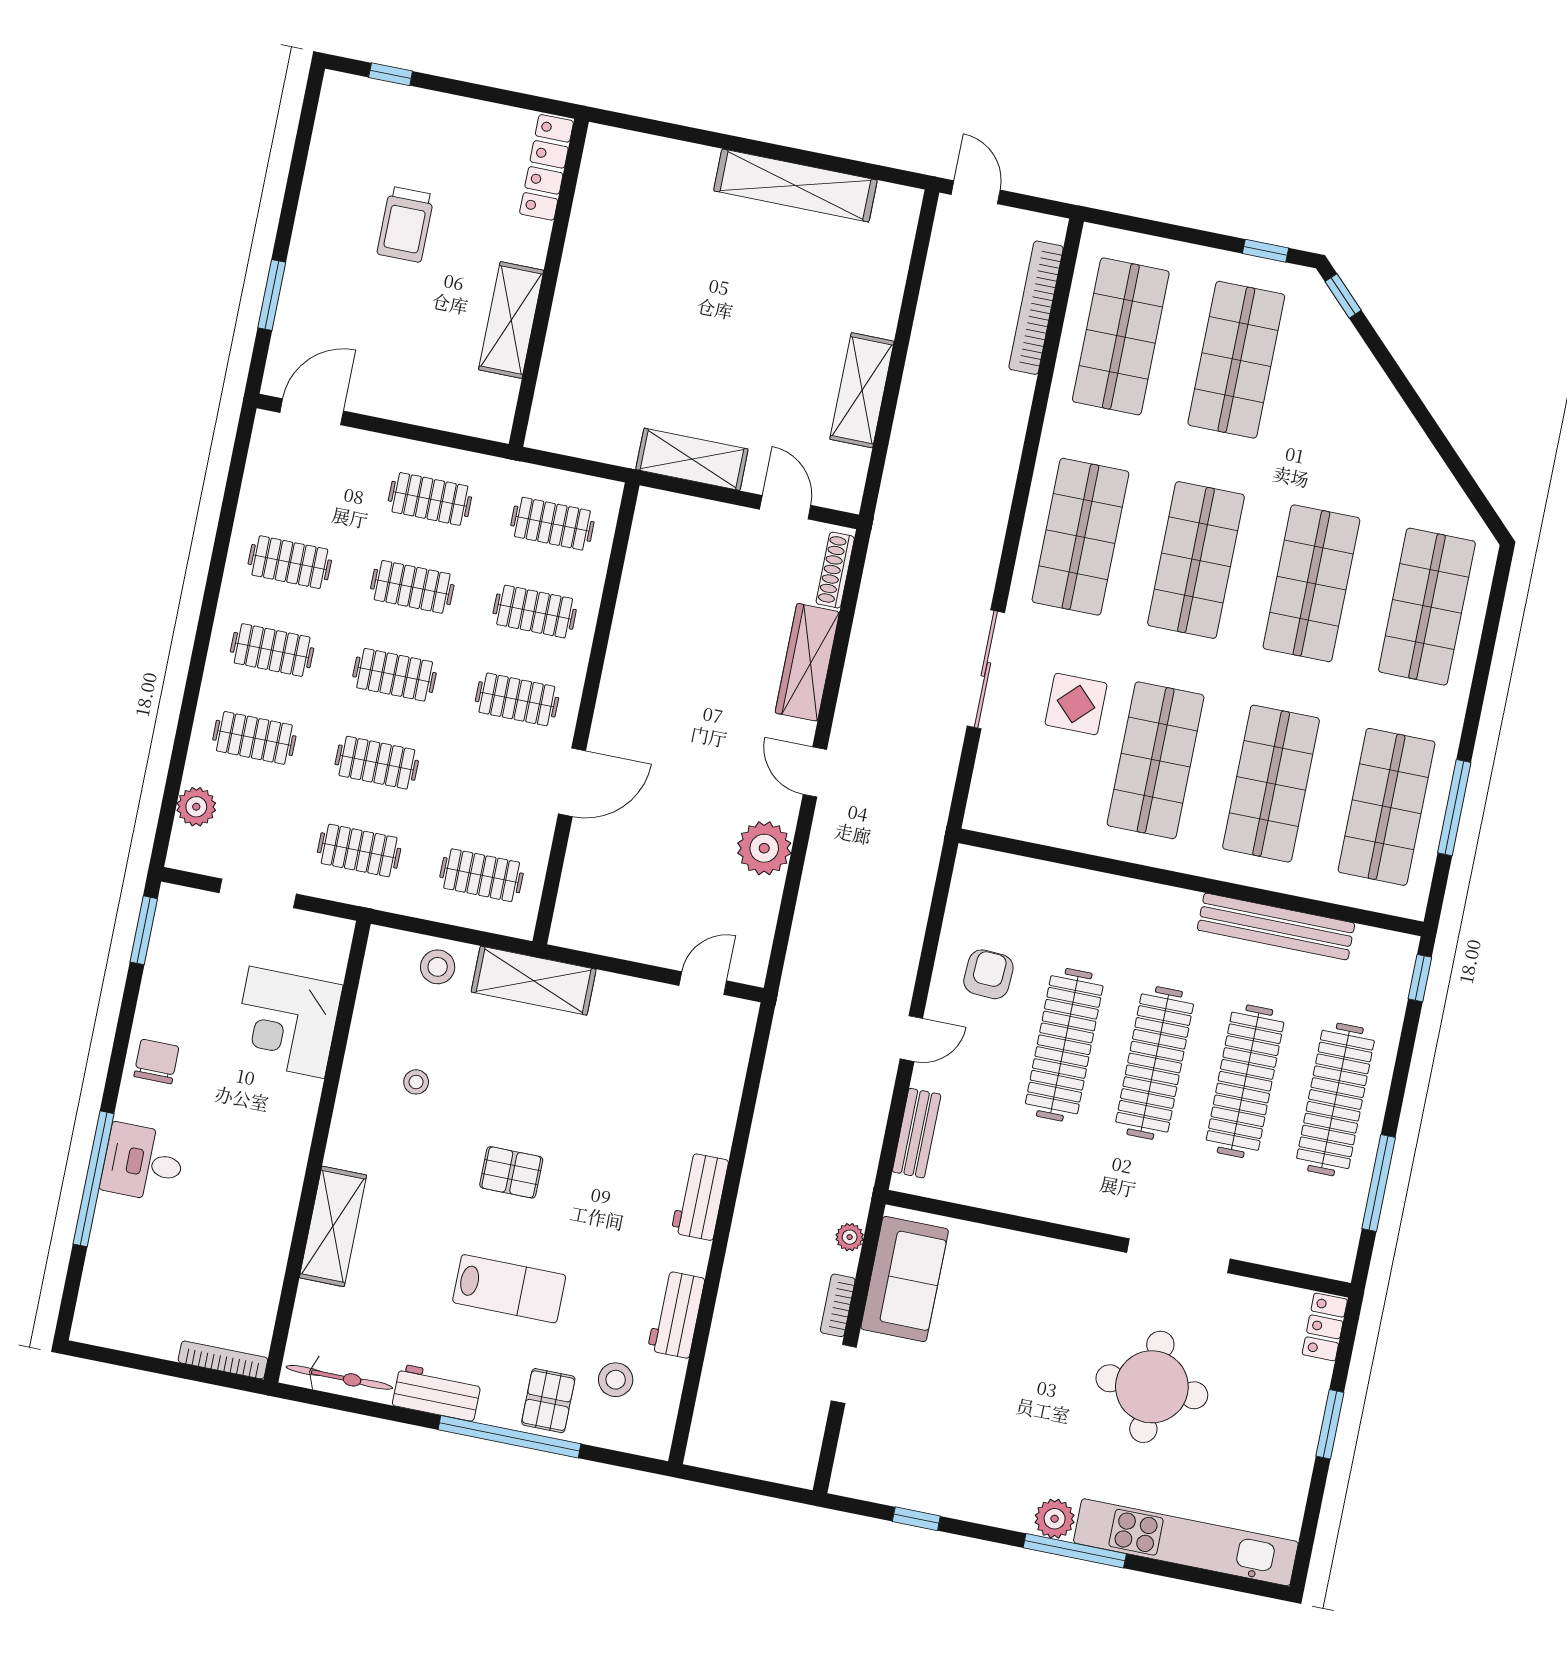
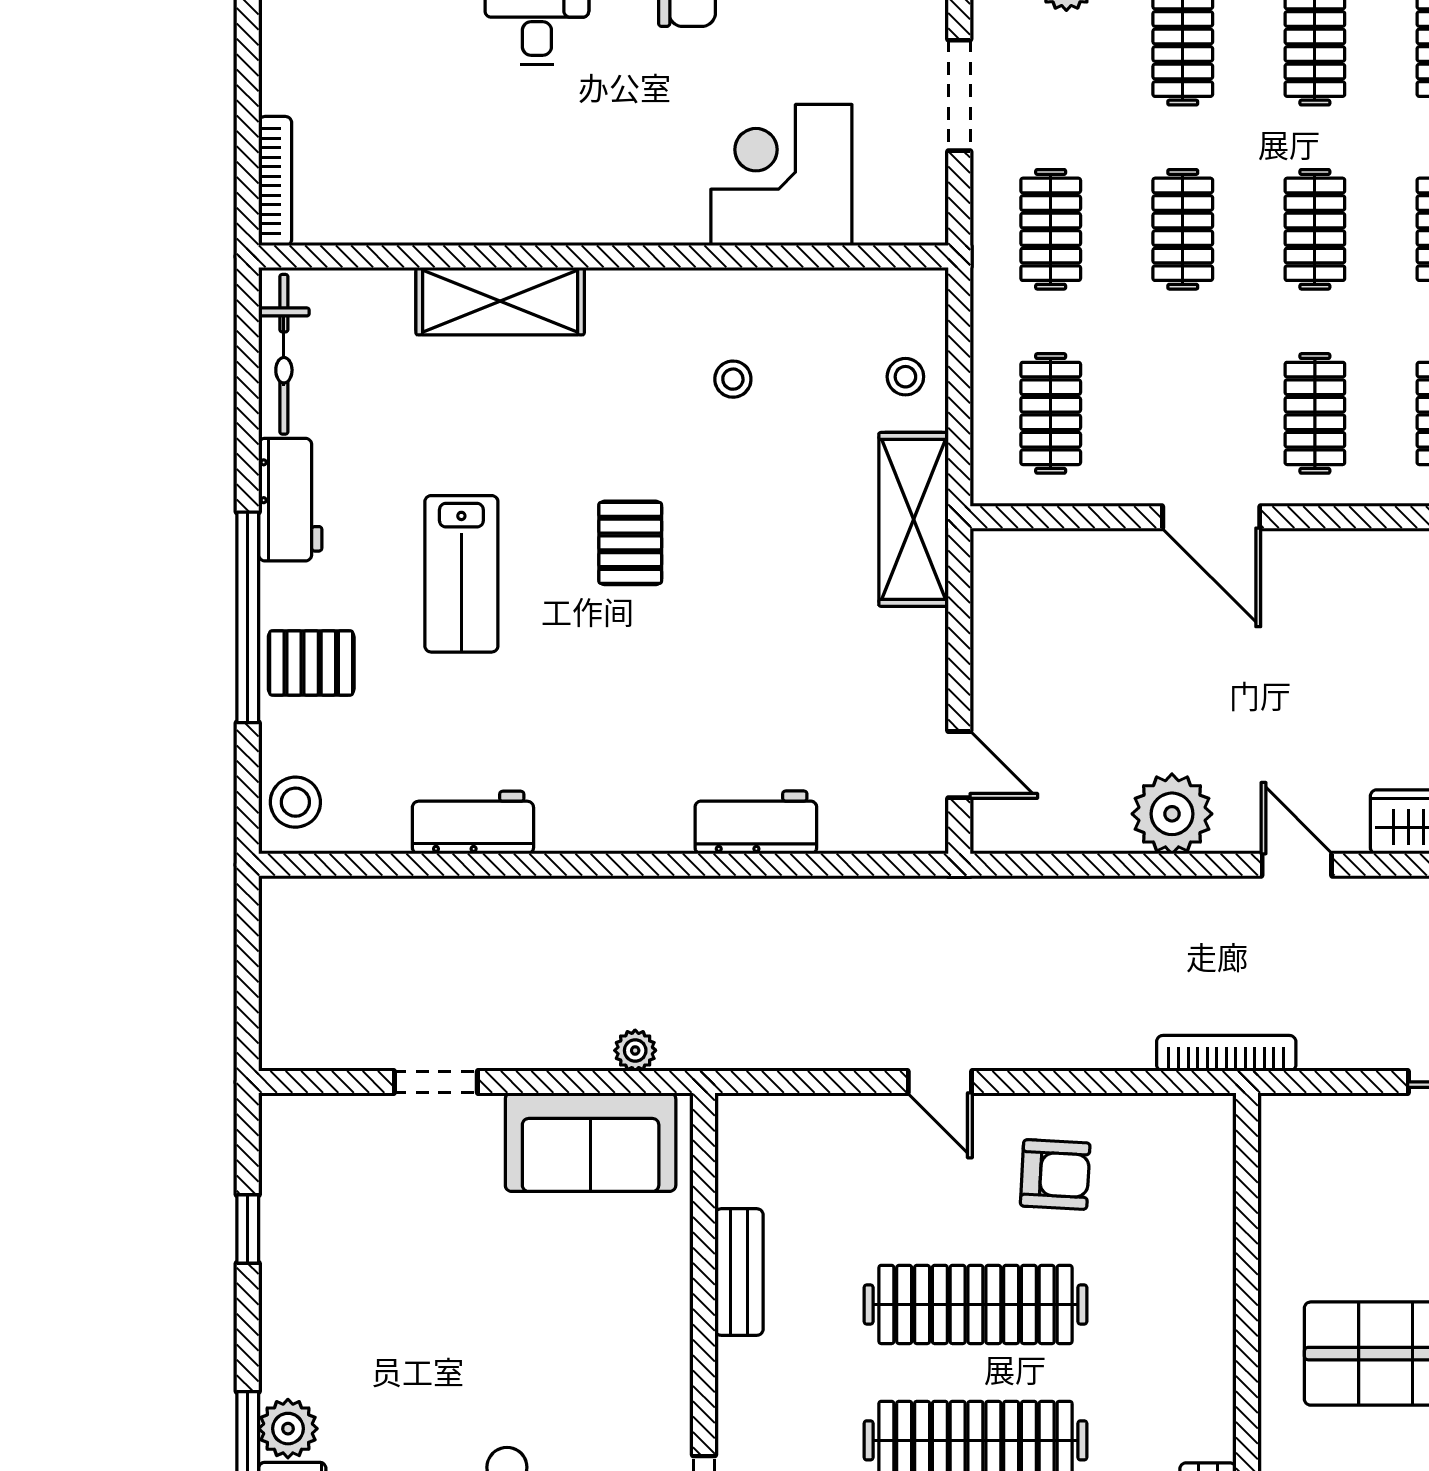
door: (815, 772) -> (1297, 865), hinge flipped
stool: (438, 967) -> (905, 377), width x0.73, depth x0.73
bench: (917, 1133) -> (739, 1272), moved, turned 90
workbench: (700, 1196) -> (756, 822), moved
bookcase: (838, 1305) -> (1226, 1053), moved, width x1.56
stool: (616, 1380) -> (295, 802), moved

